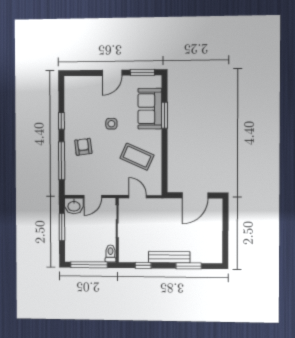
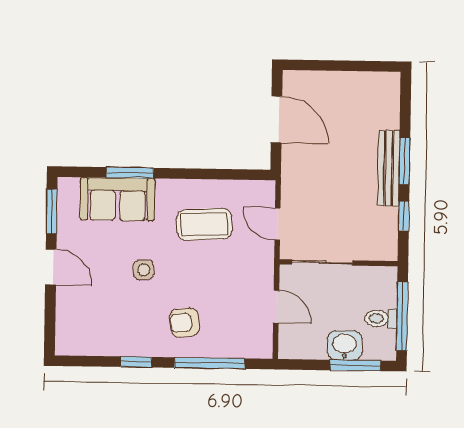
coffee table: (137, 157) -> (204, 224), turned 63
door: (138, 197) -> (277, 224), hinge flipped
washbasin: (74, 206) -> (345, 345), moved, turned -90
window: (62, 227) -> (355, 365), moved
toilet: (110, 254) -> (381, 319), moved
window: (189, 266) -> (405, 161), moved

